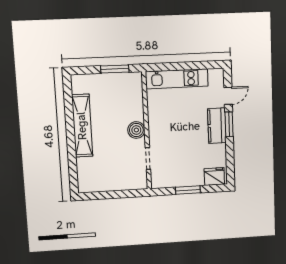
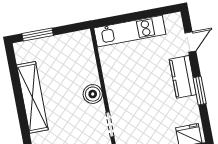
window: (115, 69) -> (38, 34), moved
window: (229, 124) -> (200, 91), moved

